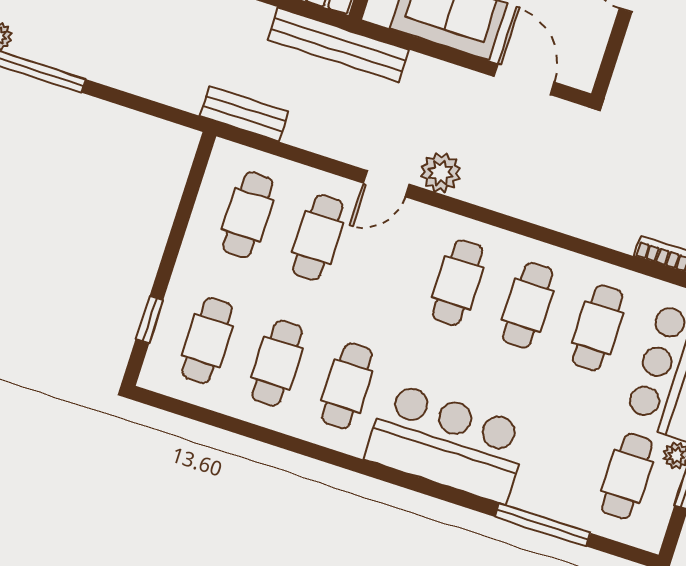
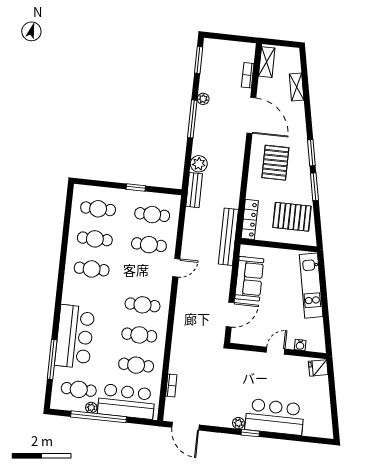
bench: (244, 114) -> (194, 190), moved
plant: (441, 173) -> (199, 164), moved
door: (386, 184) -> (176, 268), swing flipped
window: (149, 320) -> (136, 187), moved
bar counter: (447, 443) -> (75, 337), moved

